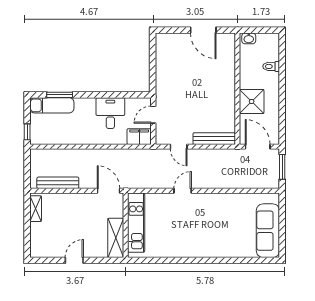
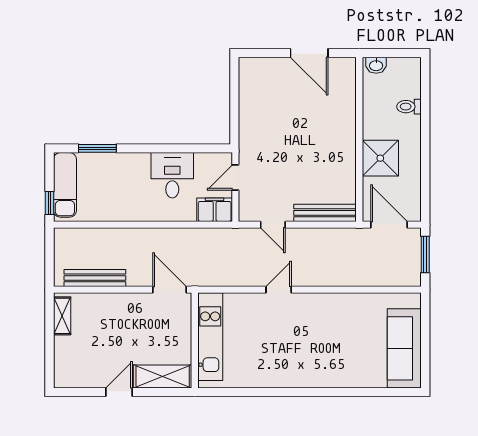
exam couch: (52, 105) -> (65, 185), moved, turned -90
shelving: (116, 238) -> (163, 376), moved, turned 90

